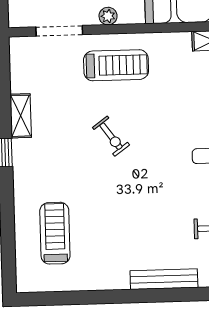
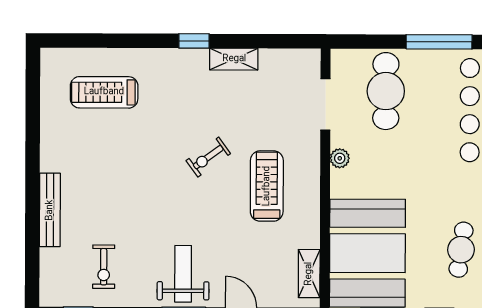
treadmill: (116, 65) -> (267, 186), moved, turned 180
treadmill: (55, 233) -> (104, 92), turned 180

